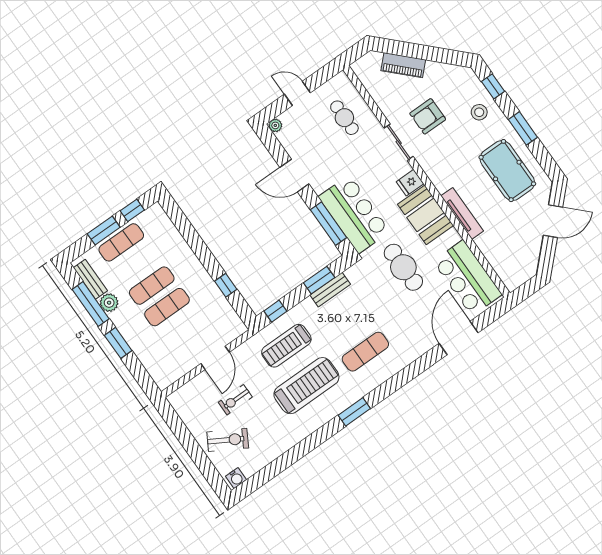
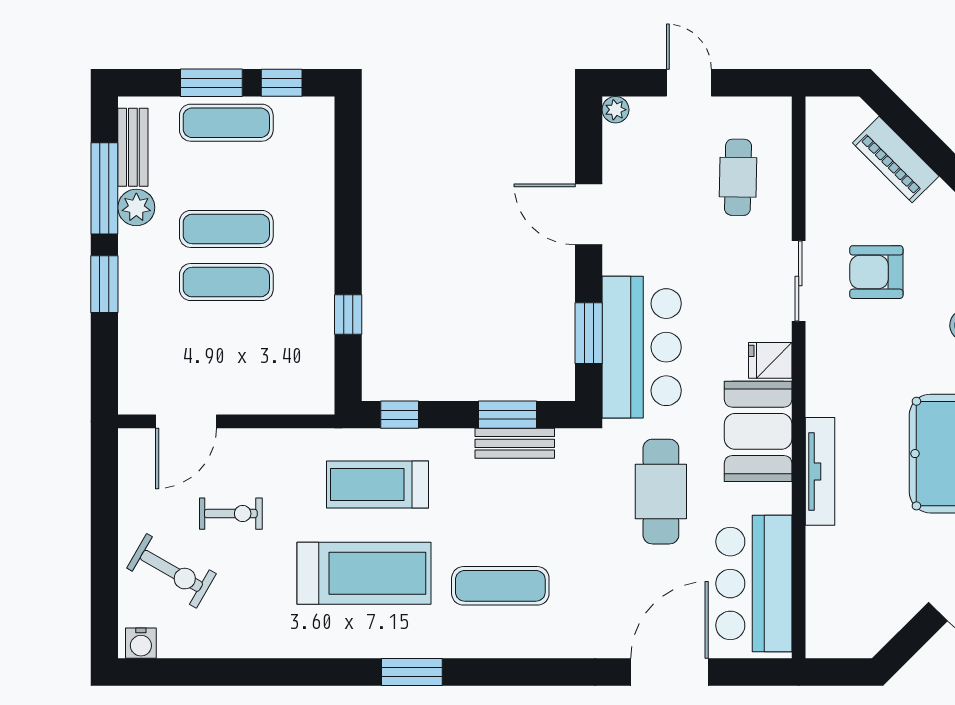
window: (329, 224) -> (589, 333), width x0.69
door: (215, 358) -> (186, 421), moved
exercise bike: (235, 400) -> (231, 514), turned 180

